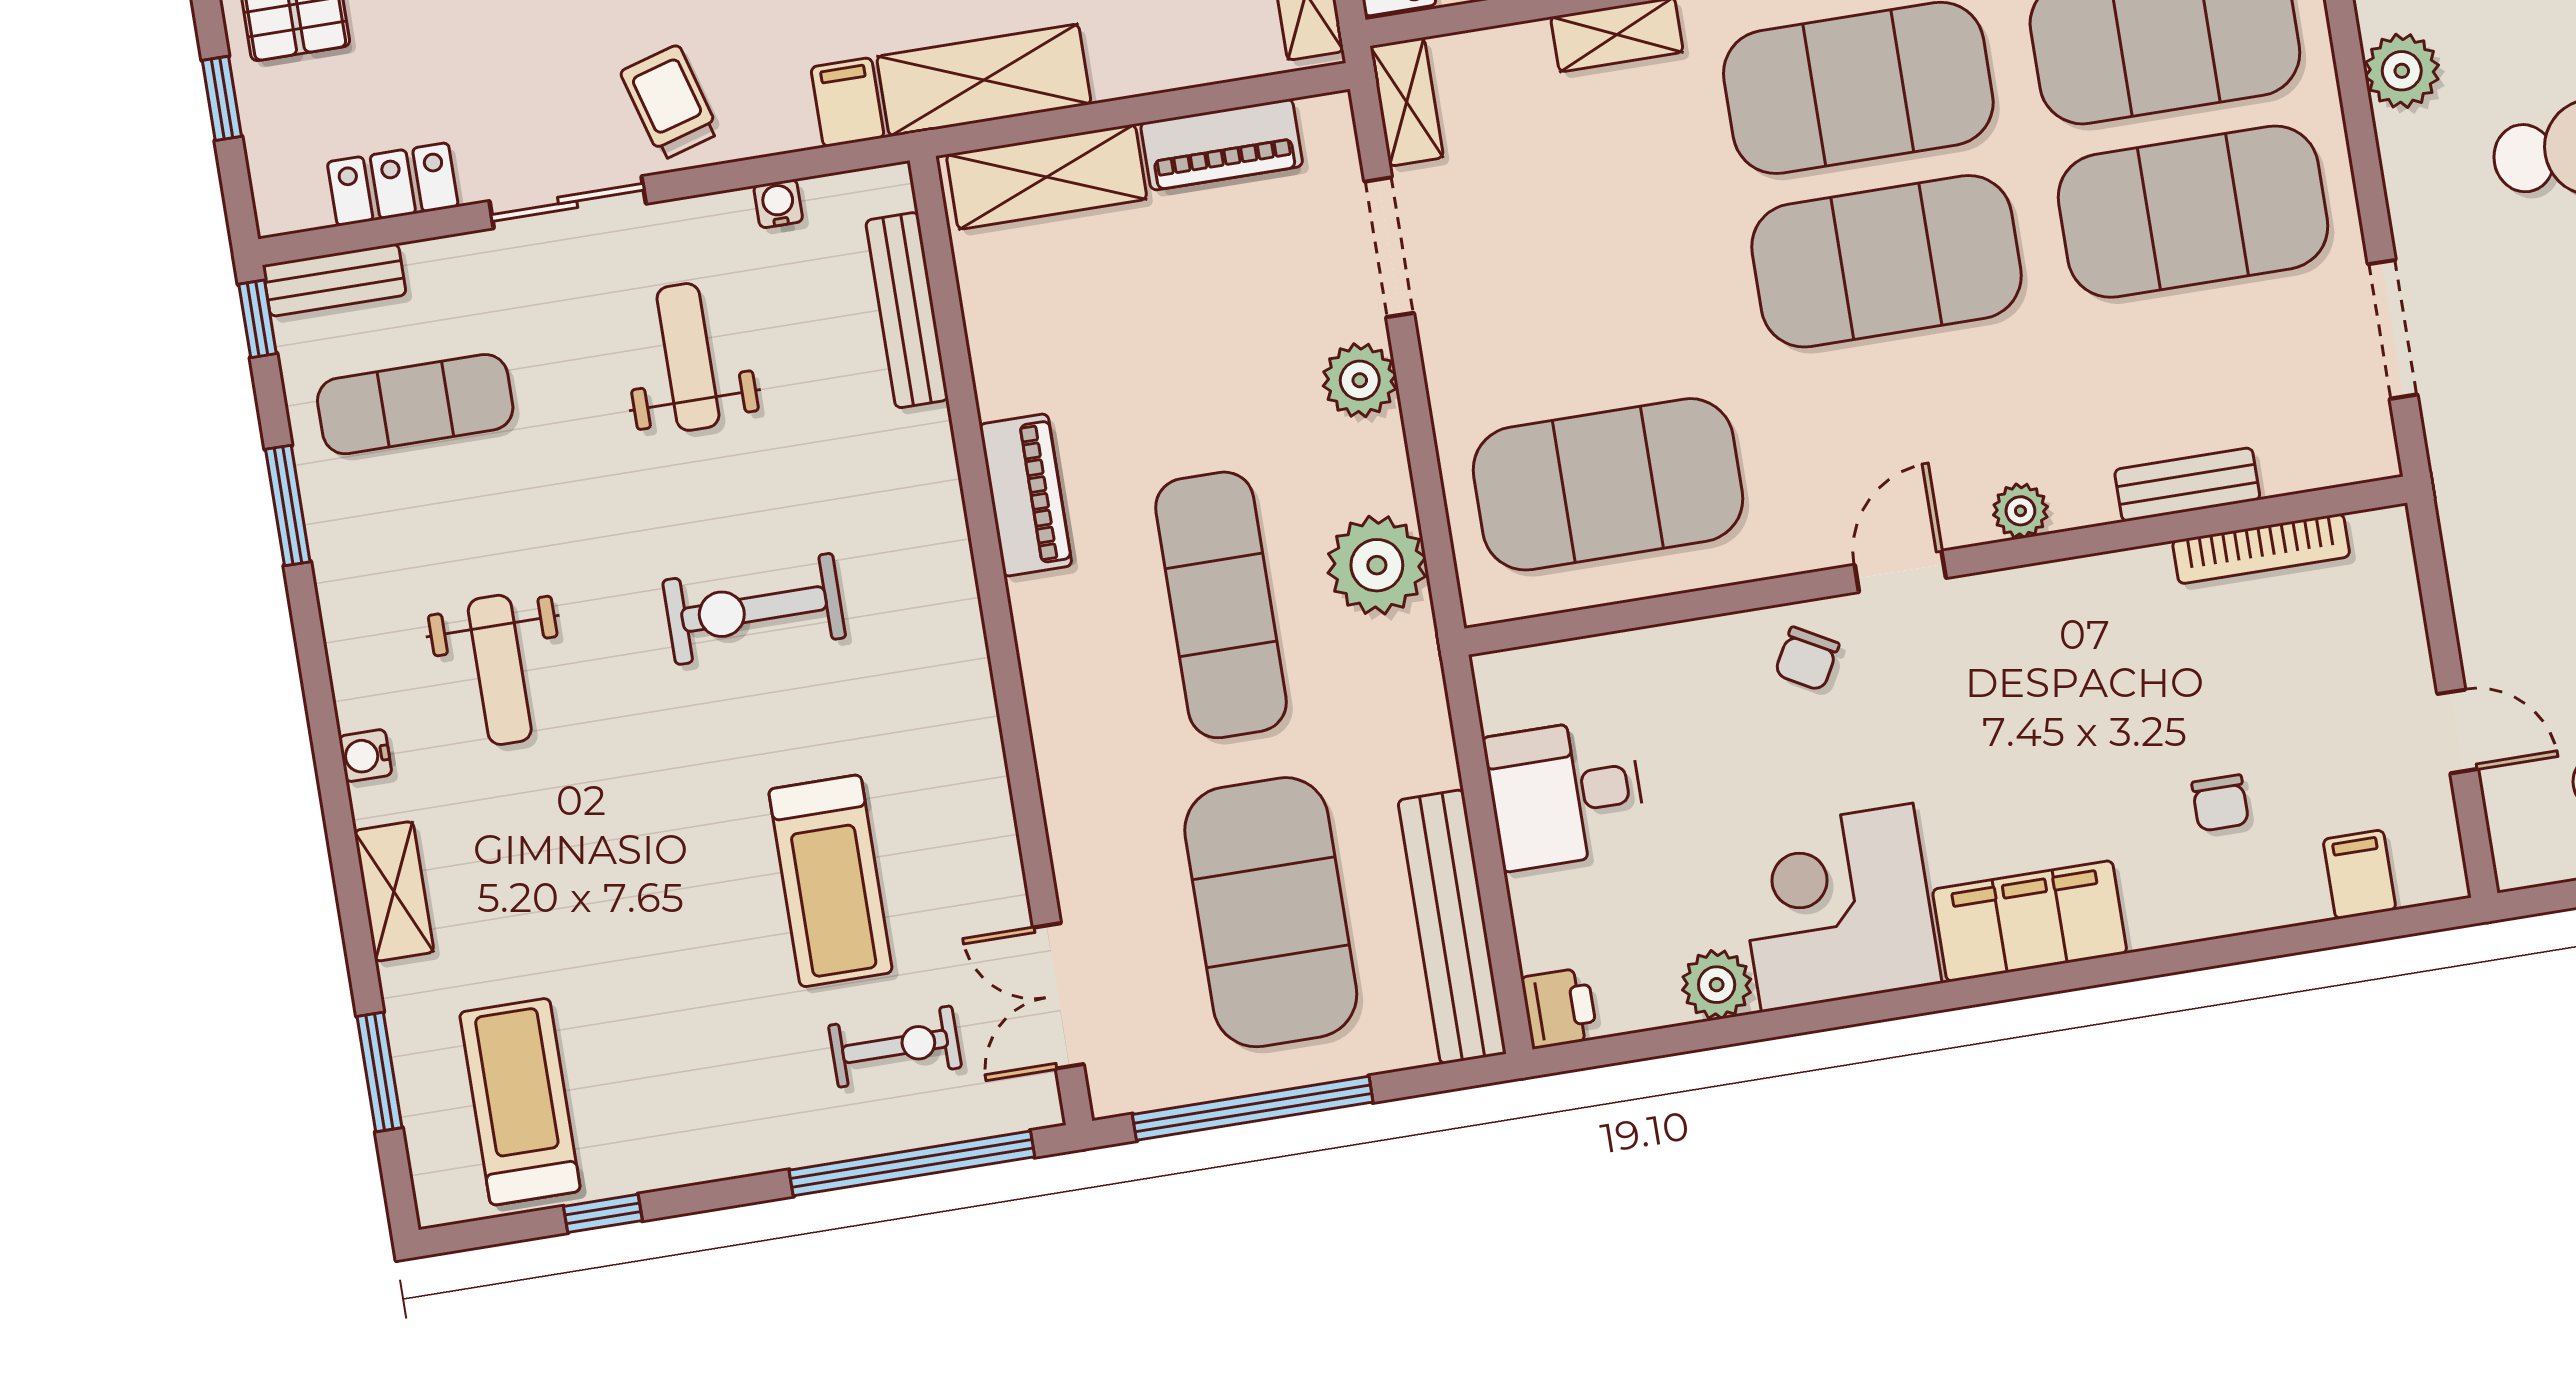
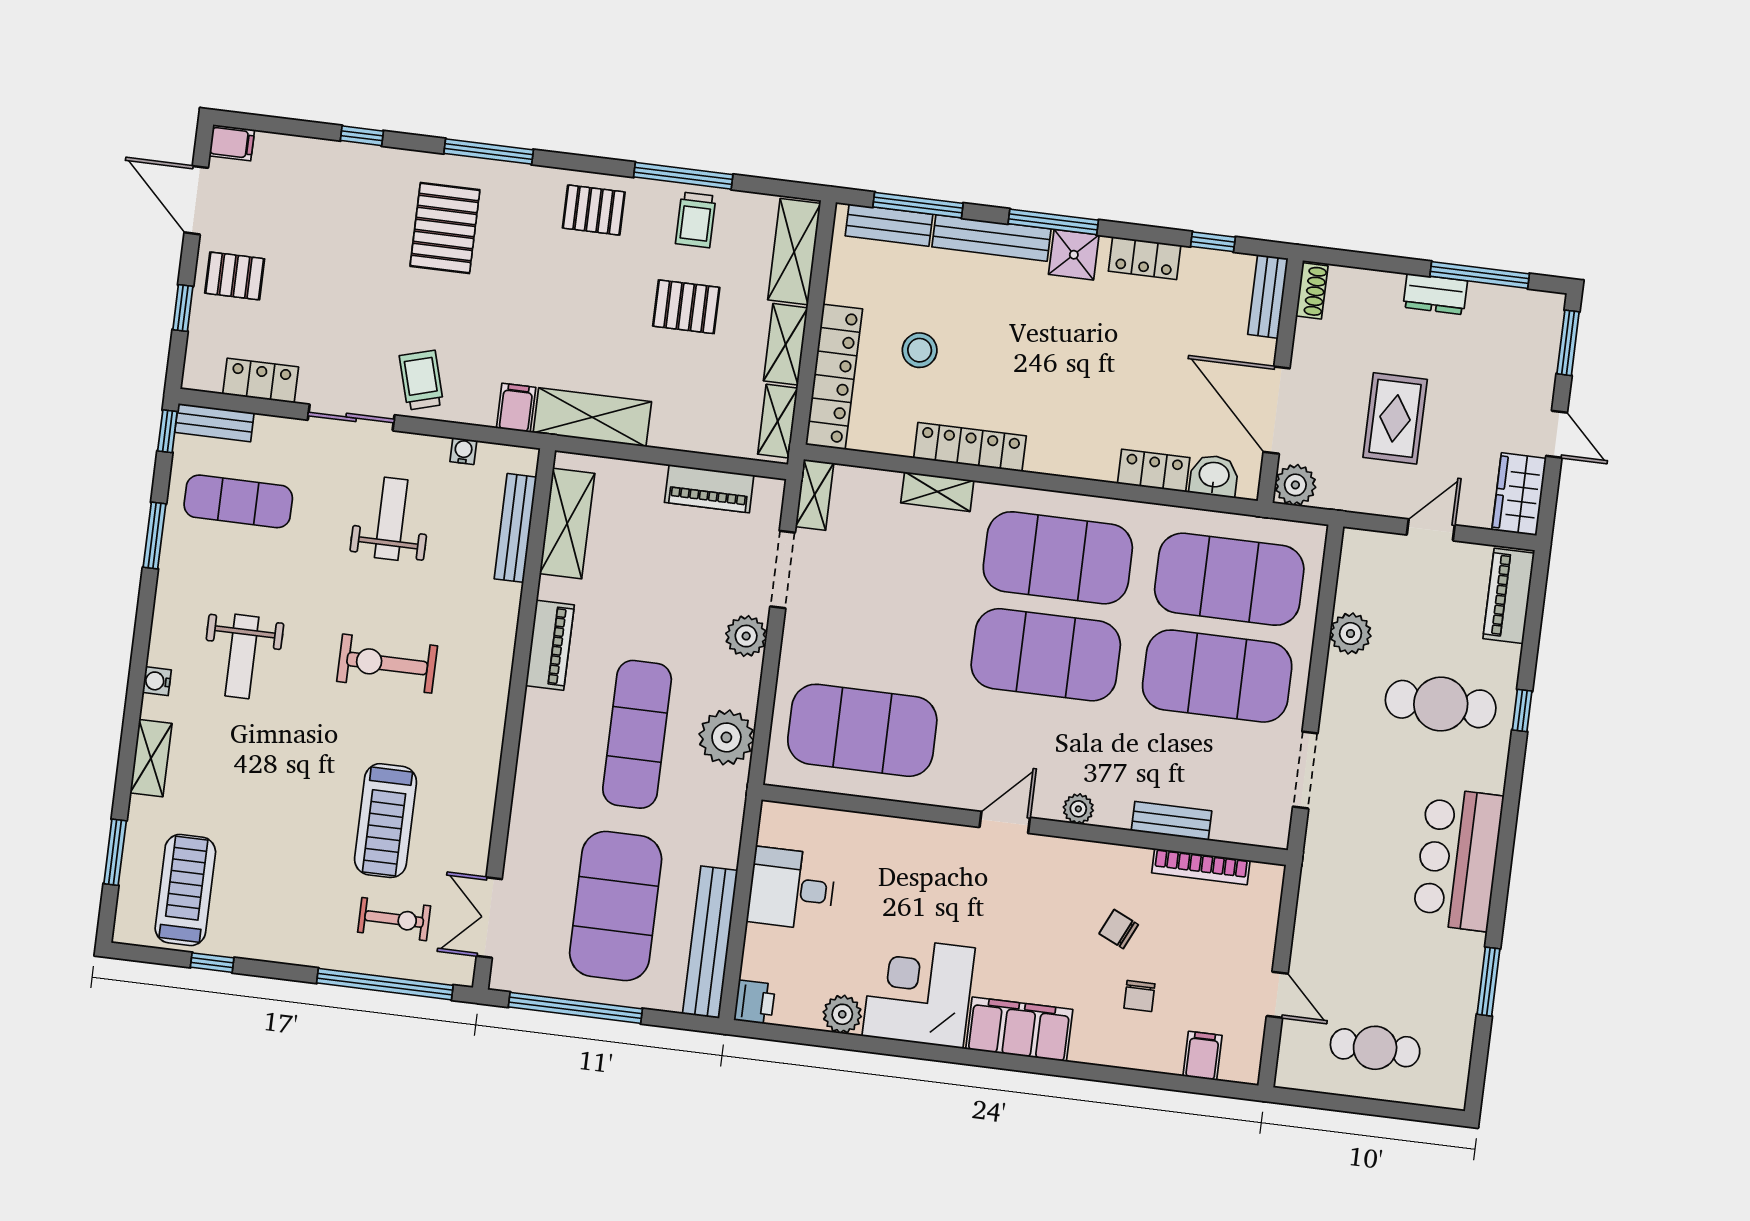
shelving: (1047, 177) -> (567, 523), moved, turned 90
chair: (1807, 659) -> (1119, 929), moved, turned 86

